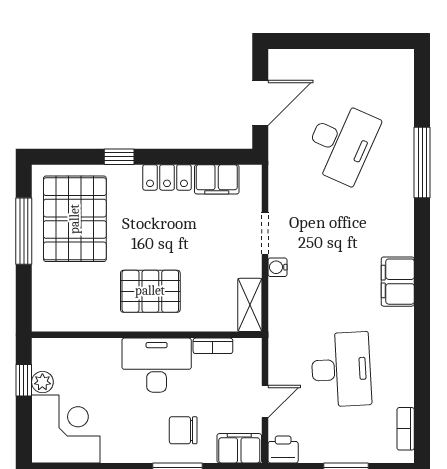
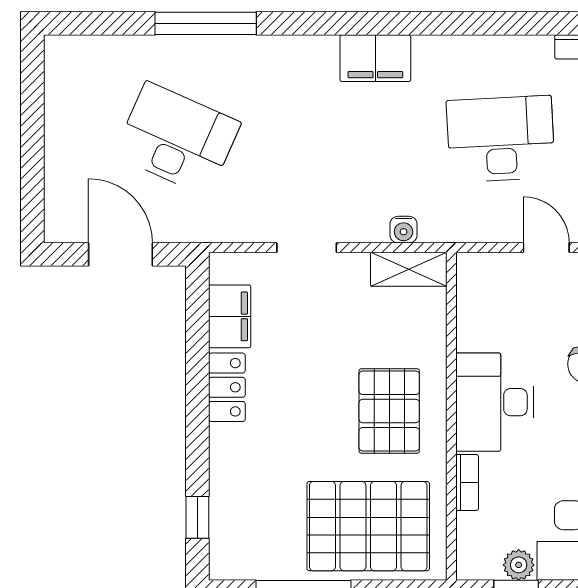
window: (119, 157) -> (197, 517), moved
pallet: (75, 219) -> (368, 526), moved
water cooler: (278, 267) -> (404, 230), moved
bookcase: (213, 346) -> (467, 482), moved

